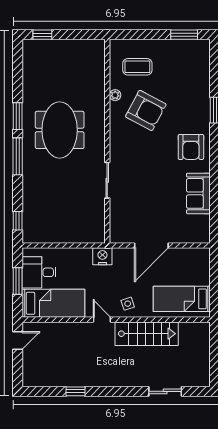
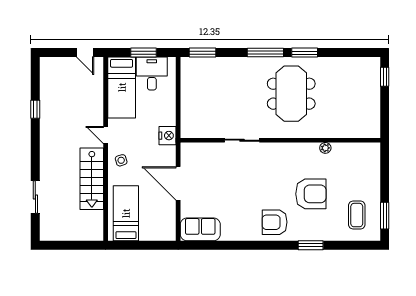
coffee table: (137, 67) -> (357, 215), moved
armchair: (146, 110) -> (311, 194), moved, turned -118
meeting table: (60, 130) -> (291, 94), turned 90
sofa: (198, 193) -> (200, 229), moved
window: (18, 221) -> (202, 53), width x1.50
door: (102, 320) -> (106, 135), swing flipped

